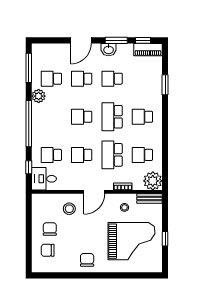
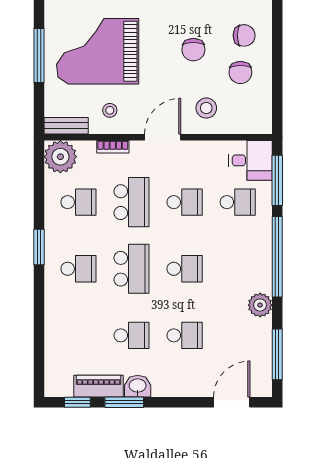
door: (81, 40) -> (232, 402), moved
piano: (148, 50) -> (99, 386), moved
school desk: (51, 79) -> (238, 335), removed
window: (165, 85) -> (39, 247), moved
window: (29, 167) -> (277, 180), width x2.17
window: (165, 239) -> (39, 55), width x2.17
chair: (87, 260) -> (193, 50), moved

